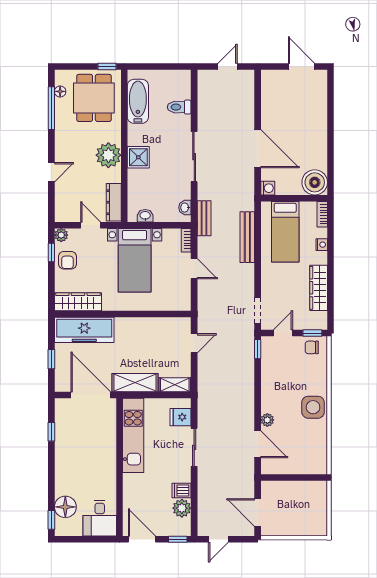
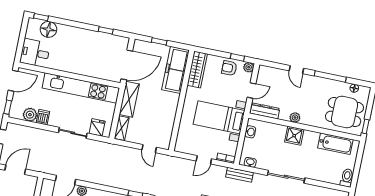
toilet: (179, 107) -> (347, 178), moved
window: (51, 108) -> (330, 76), moved
plant: (108, 155) -> (295, 117), width x0.53, depth x0.53
kitchen unit: (133, 435) -> (81, 88), width x1.36

